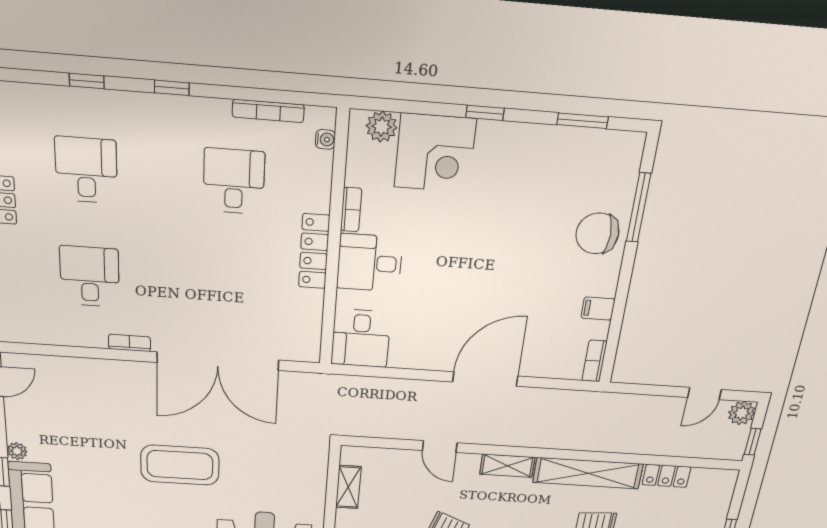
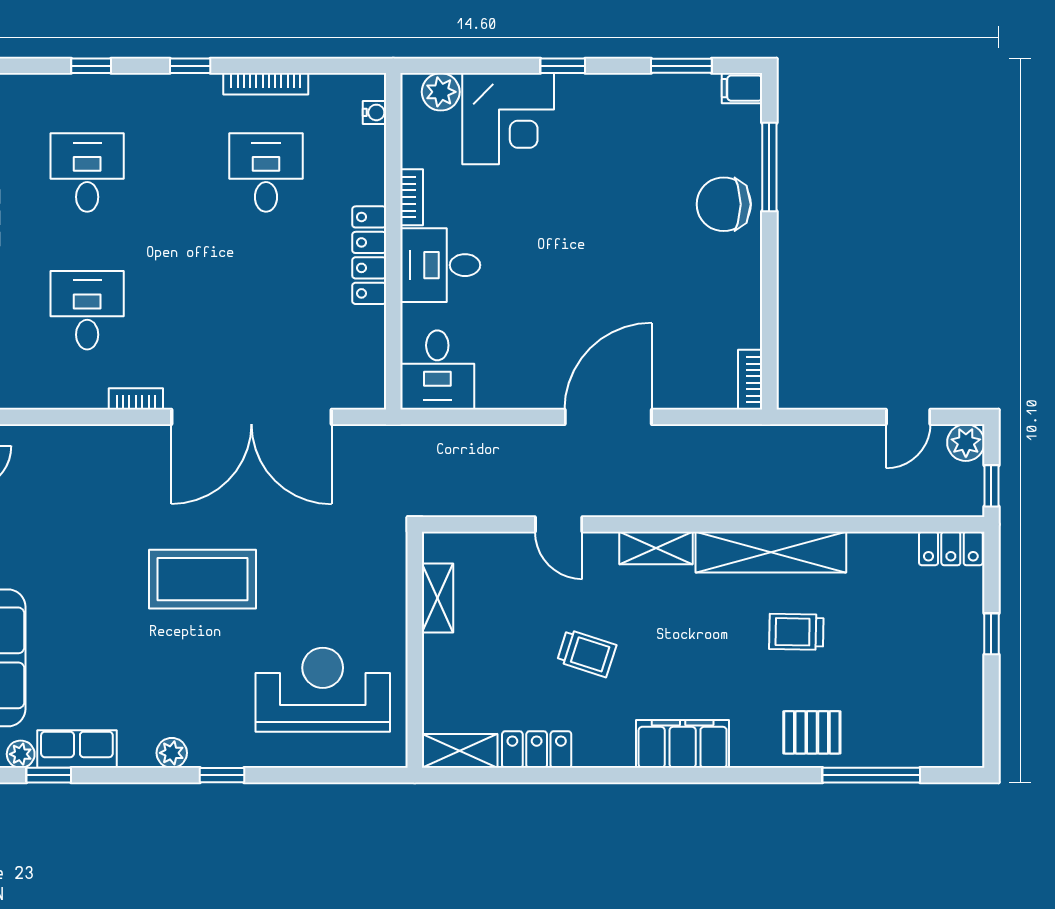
bookcase: (268, 111) -> (266, 84), moved
filing cabinet: (598, 309) -> (742, 88), moved
locker: (666, 476) -> (951, 548), moved

